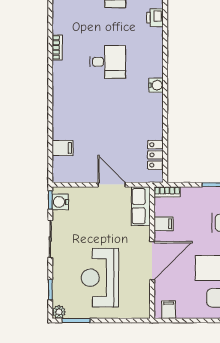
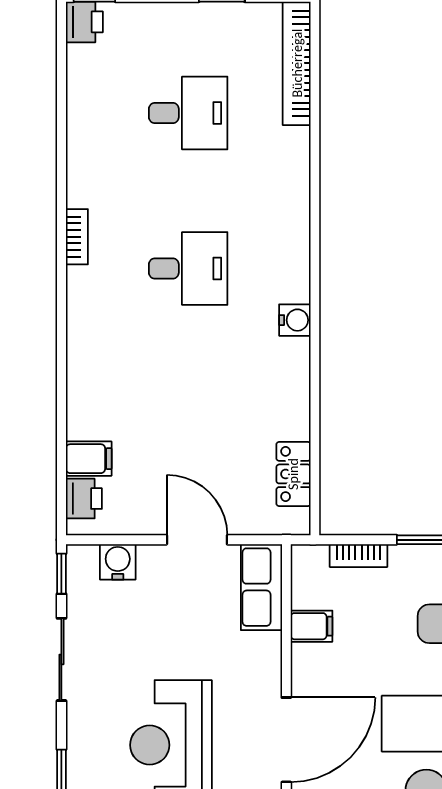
printer: (155, 18) -> (84, 499), moved, turned 180
bookcase: (167, 192) -> (359, 556), moved
water cooler: (60, 202) -> (118, 562), moved, turned 90
door: (152, 261) -> (286, 740), moved

